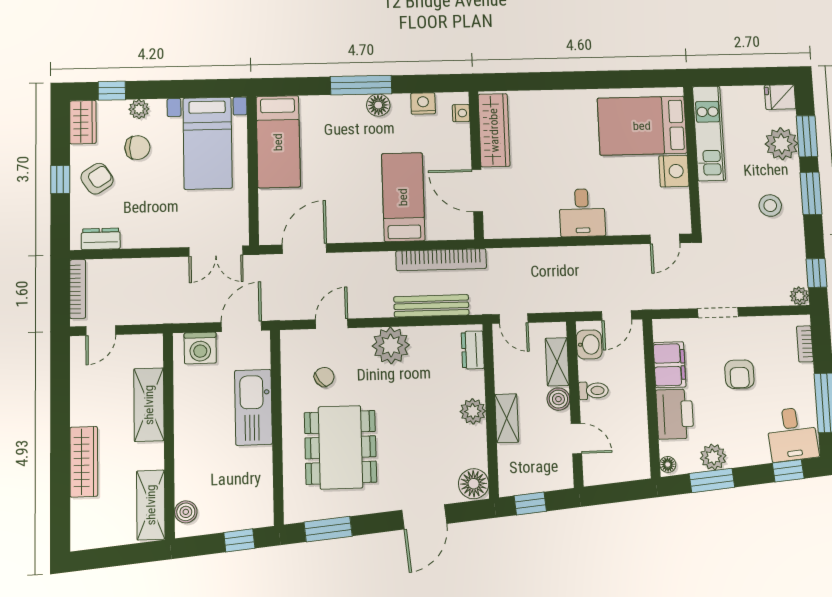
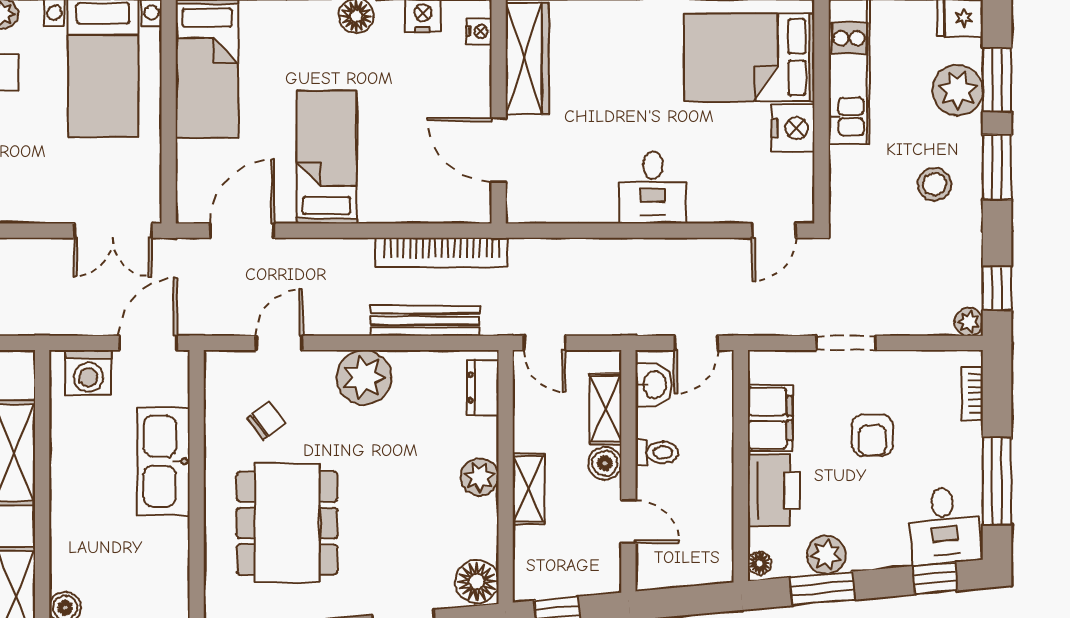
bed: (403, 197) -> (327, 157), moved

